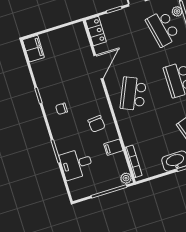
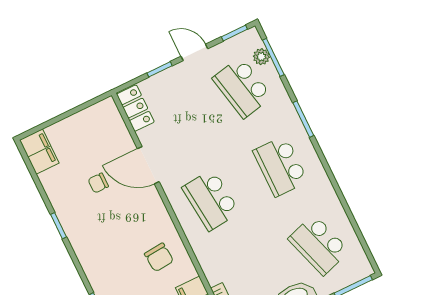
door: (98, 67) -> (148, 165), swing flipped
school desk: (133, 94) -> (211, 200), turned -30
chair: (62, 109) -> (98, 183), moved

